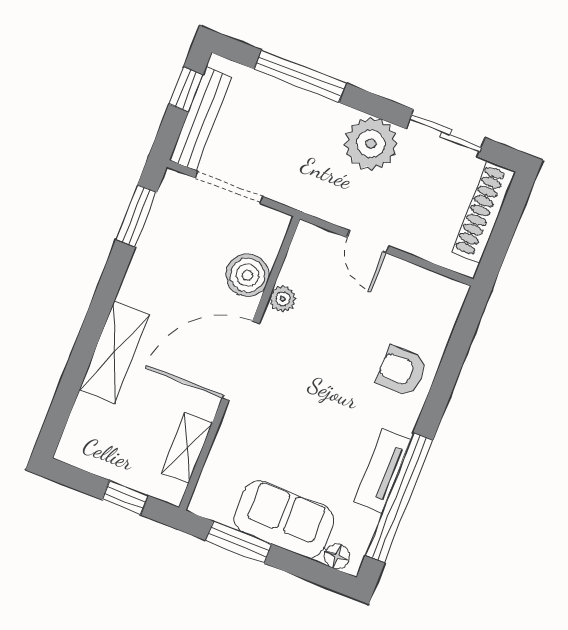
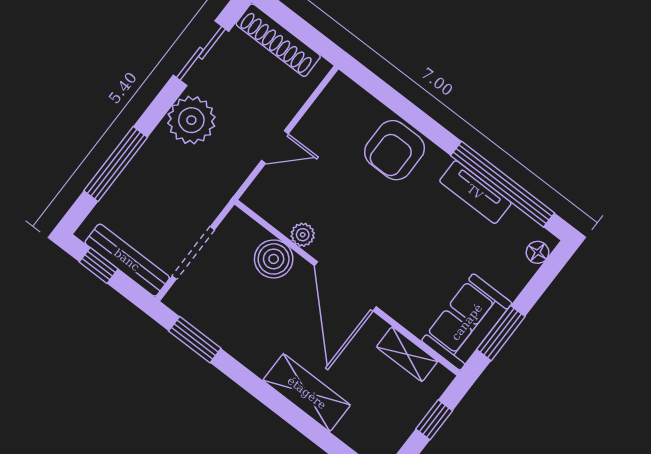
armchair: (402, 371) -> (394, 150), width x1.38, depth x1.38
sofa: (284, 519) -> (467, 322), moved

